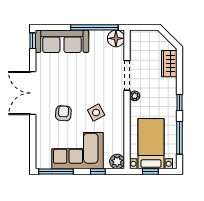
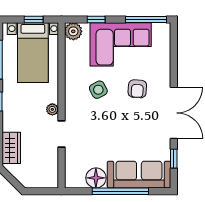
window: (94, 27) -> (120, 191), moved
floor lamp: (116, 38) -> (96, 178), moved
window: (33, 41) -> (174, 159), moved
doorway: (127, 75) -> (61, 134), width x0.73

